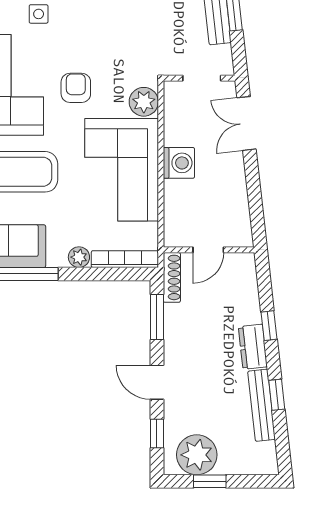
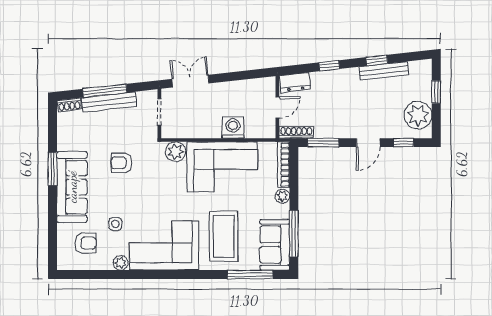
armchair: (76, 88) -> (121, 163), moved
double door: (247, 123) -> (190, 81), swing flipped
washing machine: (179, 163) -> (233, 128), moved
door: (208, 250) -> (277, 107), hinge flipped
dresser: (253, 347) -> (295, 82), moved
window: (210, 481) -> (436, 92), moved

